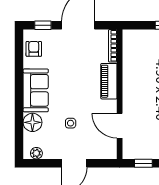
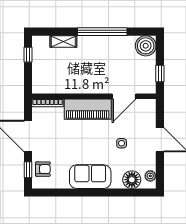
armchair: (34, 49) -> (43, 169), moved, turned 180
piano: (109, 81) -> (88, 109), width x1.37, depth x1.33
floor lamp: (32, 122) -> (132, 180), moved

